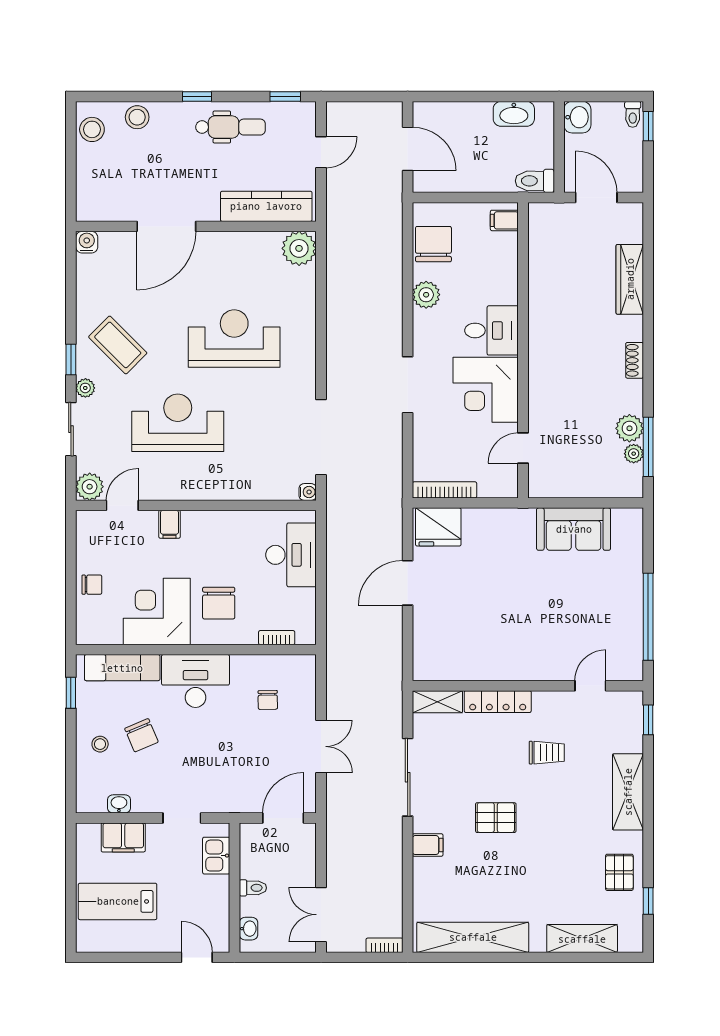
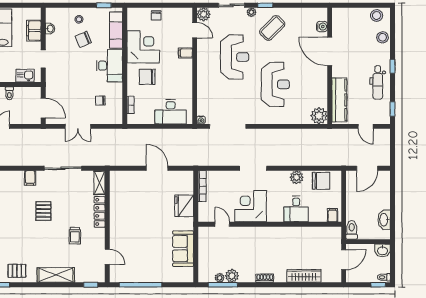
water cooler: (87, 242) -> (322, 27), moved
desk: (492, 330) -> (296, 209), moved
fridge: (438, 527) -> (184, 206), moved

